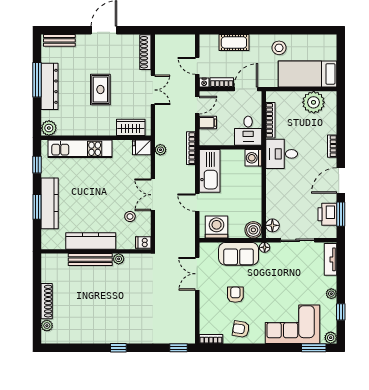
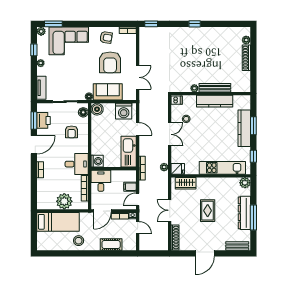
plant: (314, 102) -> (64, 201), moved
armchair: (289, 198) -> (72, 132), added
armchair: (235, 295) -> (110, 62), width x1.88, depth x1.88

